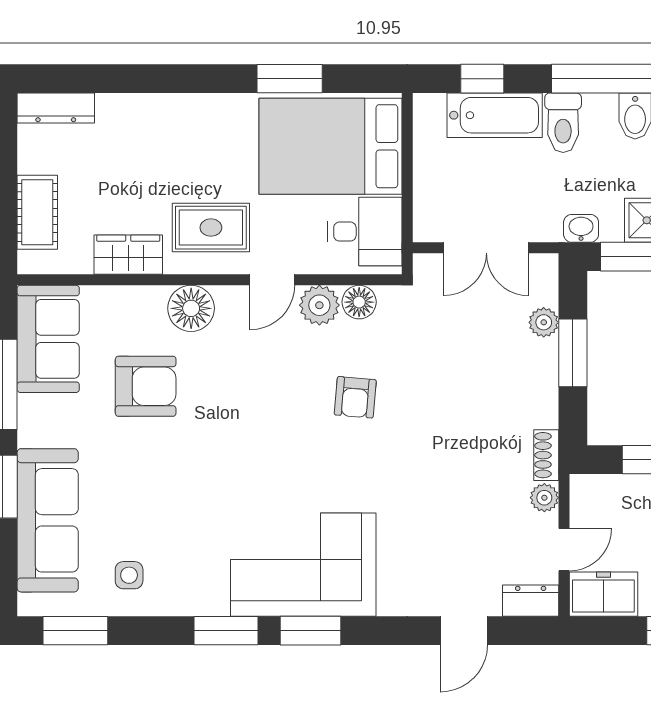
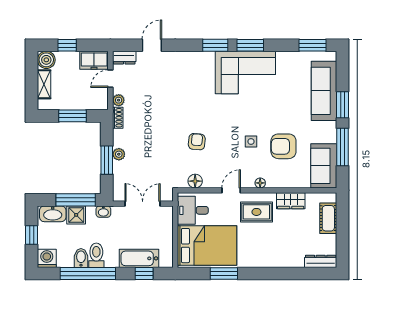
toilet: (563, 123) -> (96, 255), moved
plant: (319, 305) -> (212, 180), removed
floor lamp: (191, 308) -> (260, 183), width x0.53, depth x0.53
plant: (544, 322) -> (119, 154), moved
corner sofa: (303, 565) -> (245, 72), moved
side table: (129, 575) -> (251, 141), moved

